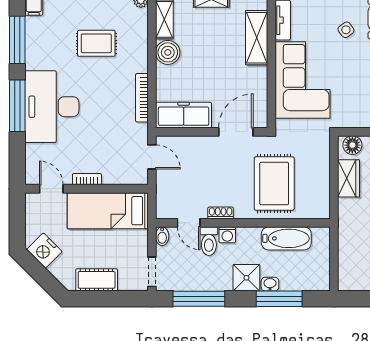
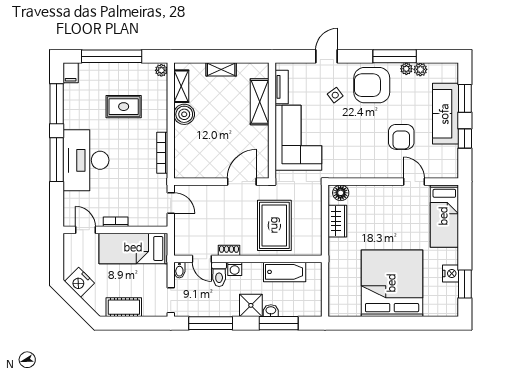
freezer: (184, 115) -> (198, 167), removed

